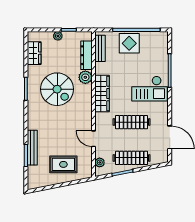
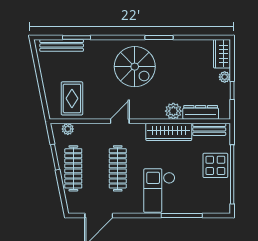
wardrobe: (34, 53) -> (222, 54), moved, turned 90
spiral stairs: (57, 89) -> (135, 67), moved, turned -90
wardrobe: (102, 94) -> (169, 132), moved
door: (94, 139) -> (120, 121), moved
bench: (32, 148) -> (62, 45), moved
rug: (63, 164) -> (72, 98), moved

